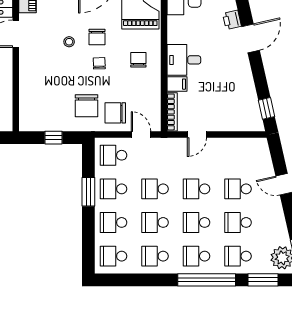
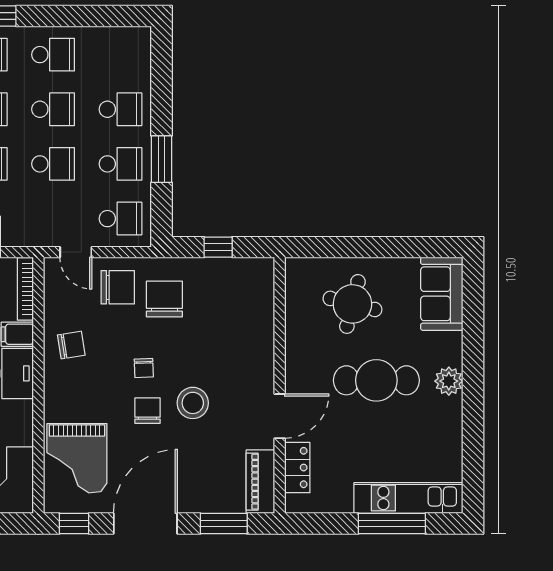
stool: (69, 42) -> (193, 403), width x1.89, depth x1.89
chair: (138, 60) -> (71, 345), moved, turned -99
school desk: (114, 256) -> (121, 55), removed

